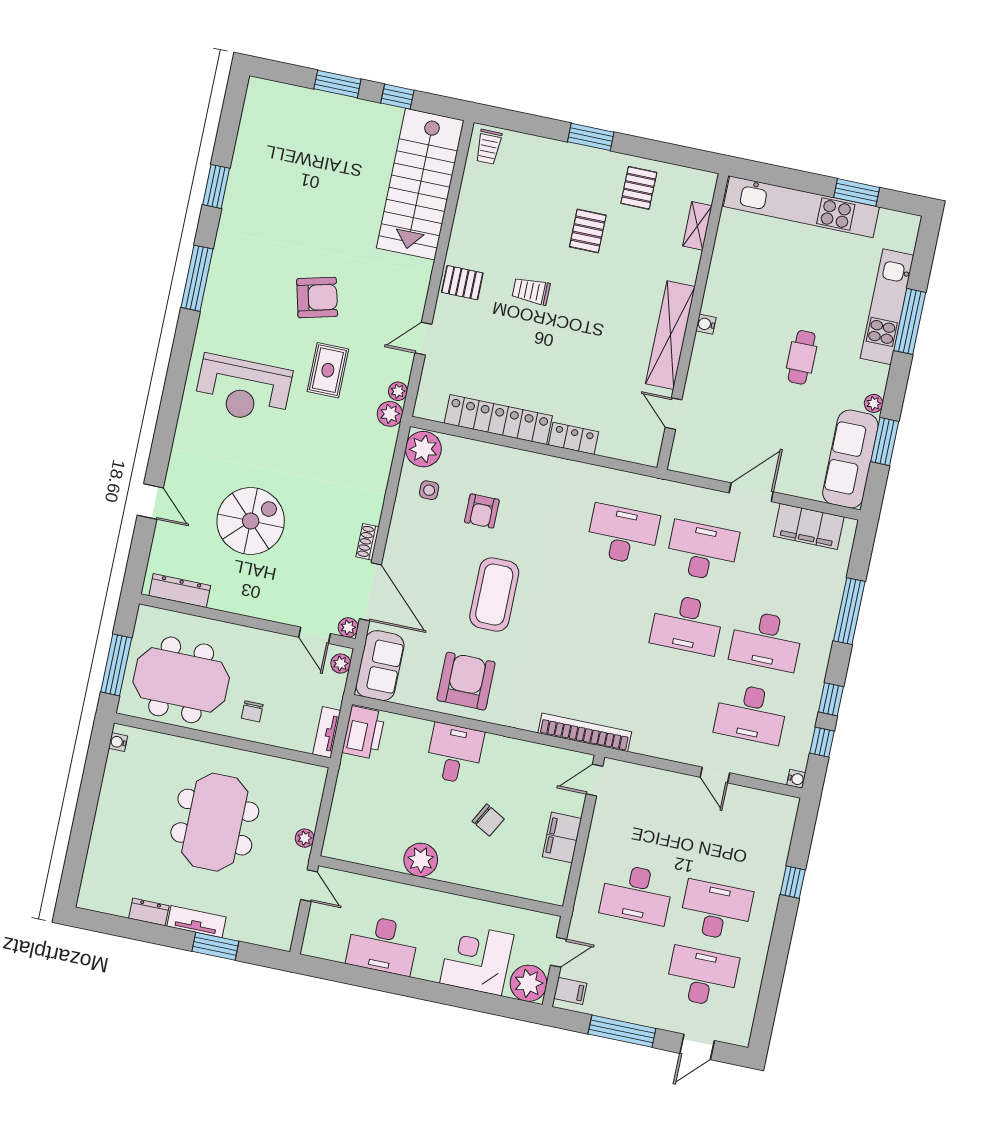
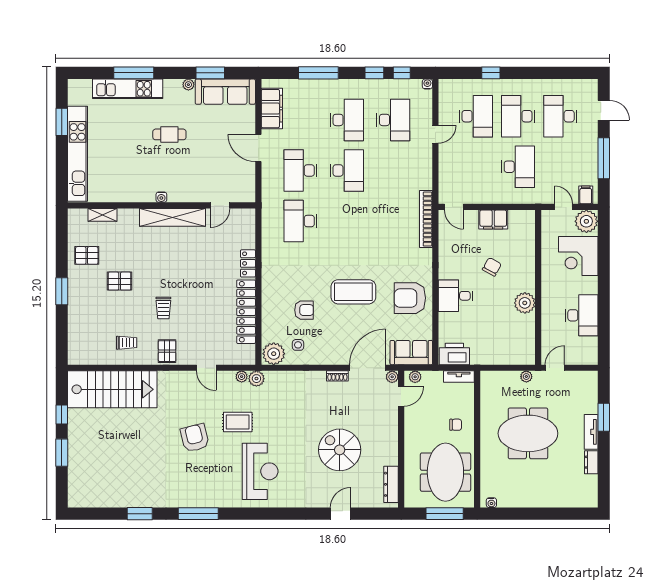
trolley: (489, 147) -> (127, 343), moved
desk: (730, 844) -> (476, 116), added

